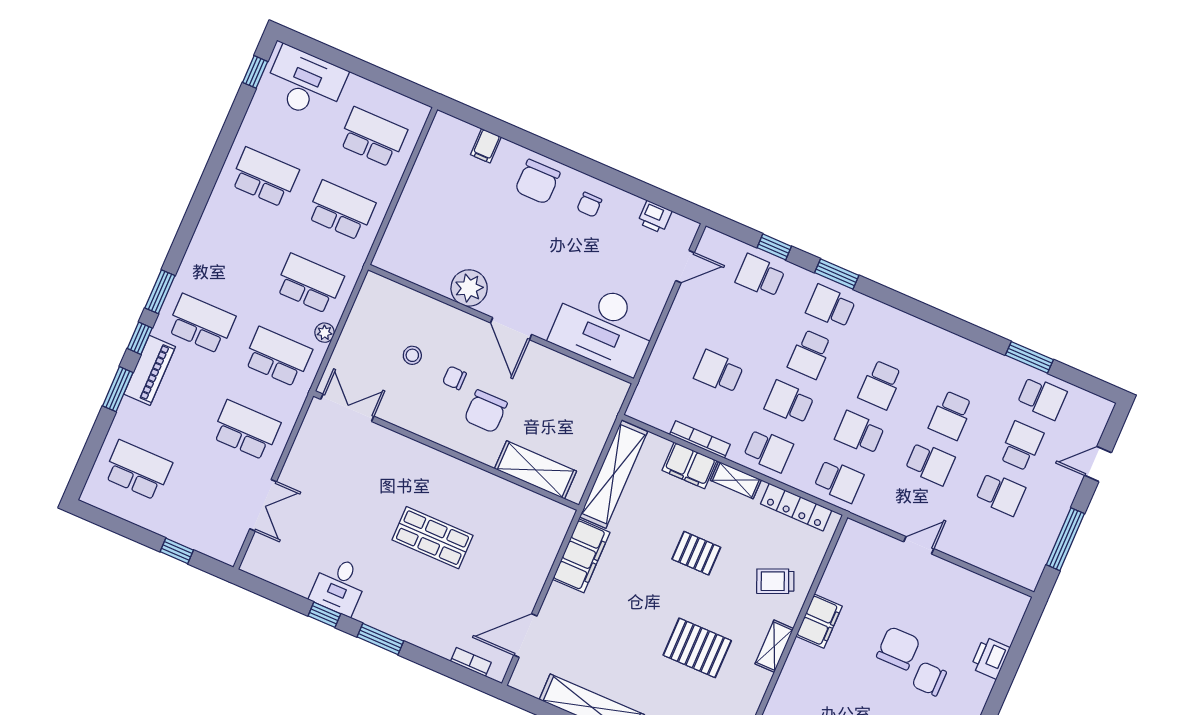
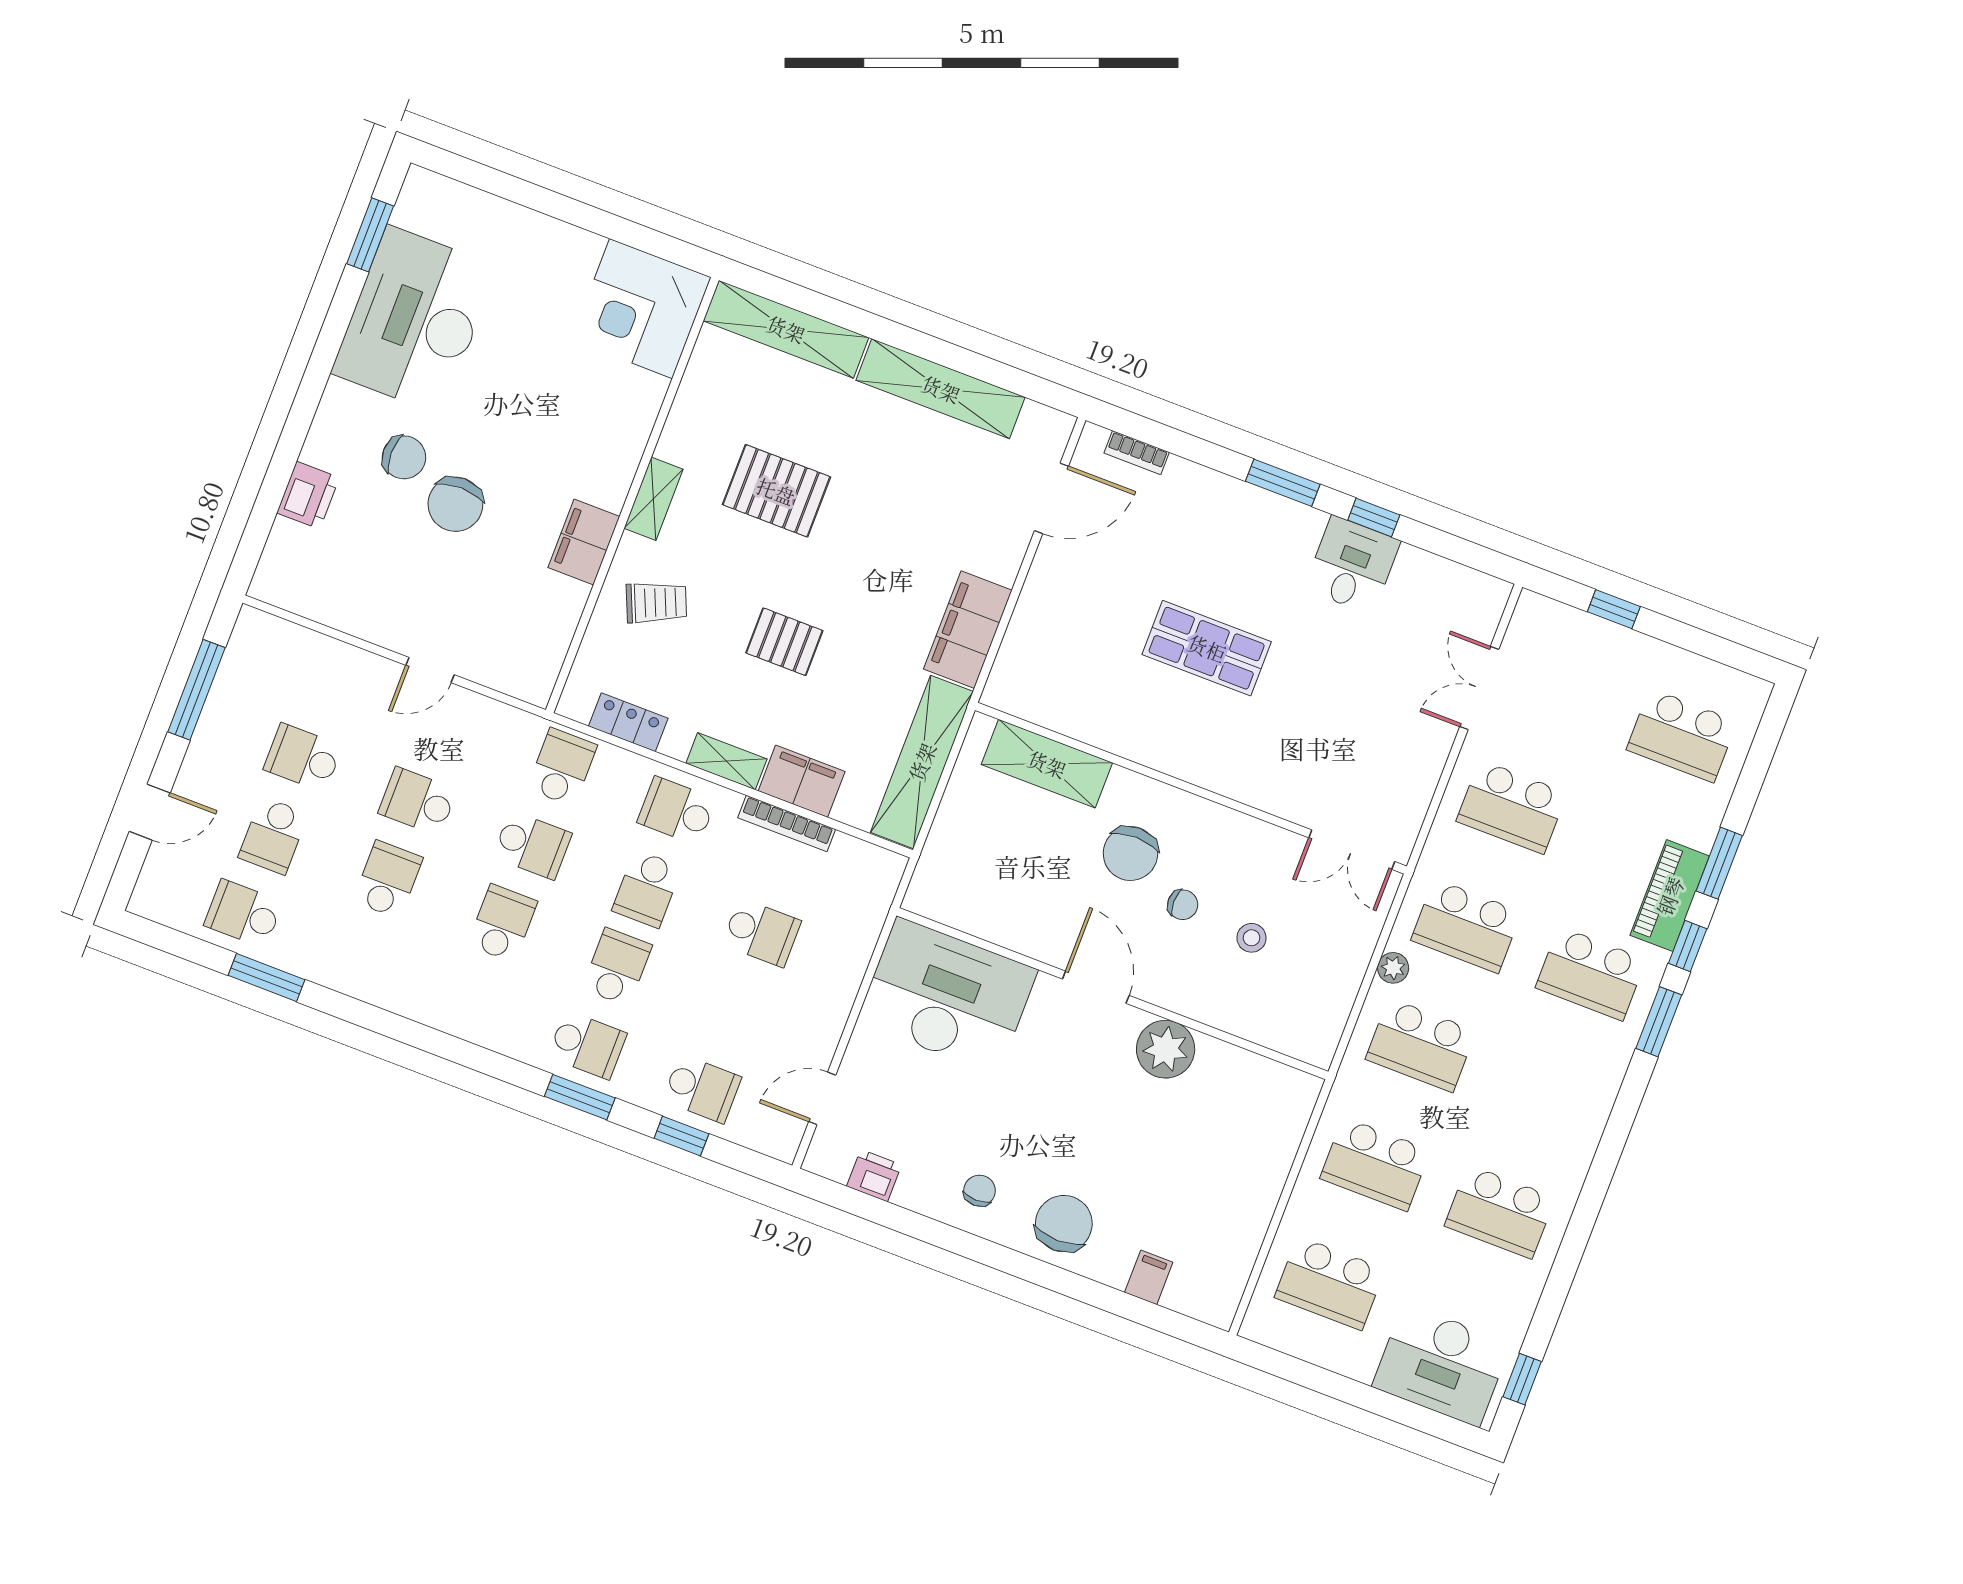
school desk: (789, 402) -> (647, 889), turned 90
chair: (486, 411) -> (1130, 853), turned 180
school desk: (839, 481) -> (562, 767), turned 90
locker: (796, 507) -> (628, 722), width x0.66

